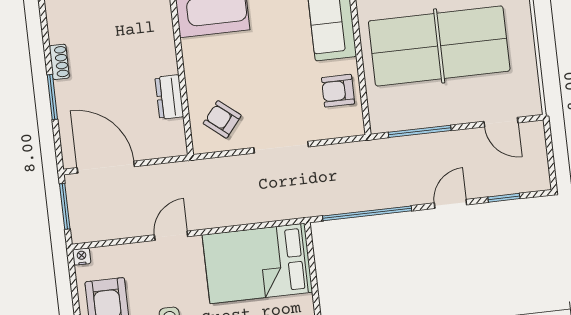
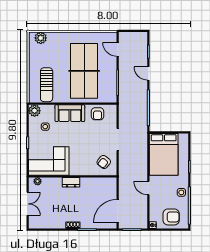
dresser: (169, 97) -> (71, 182), moved
door: (501, 122) -> (118, 49), swing flipped

